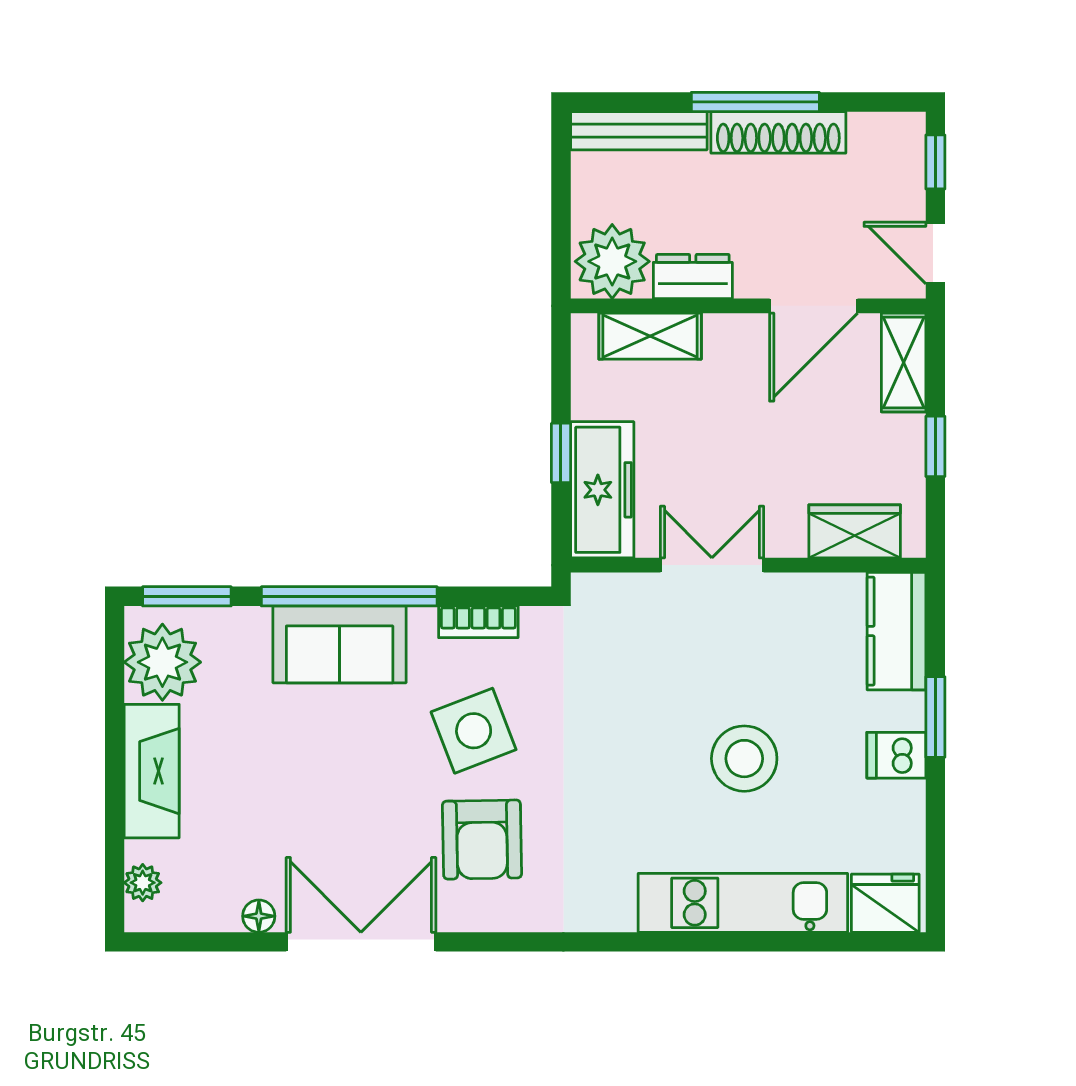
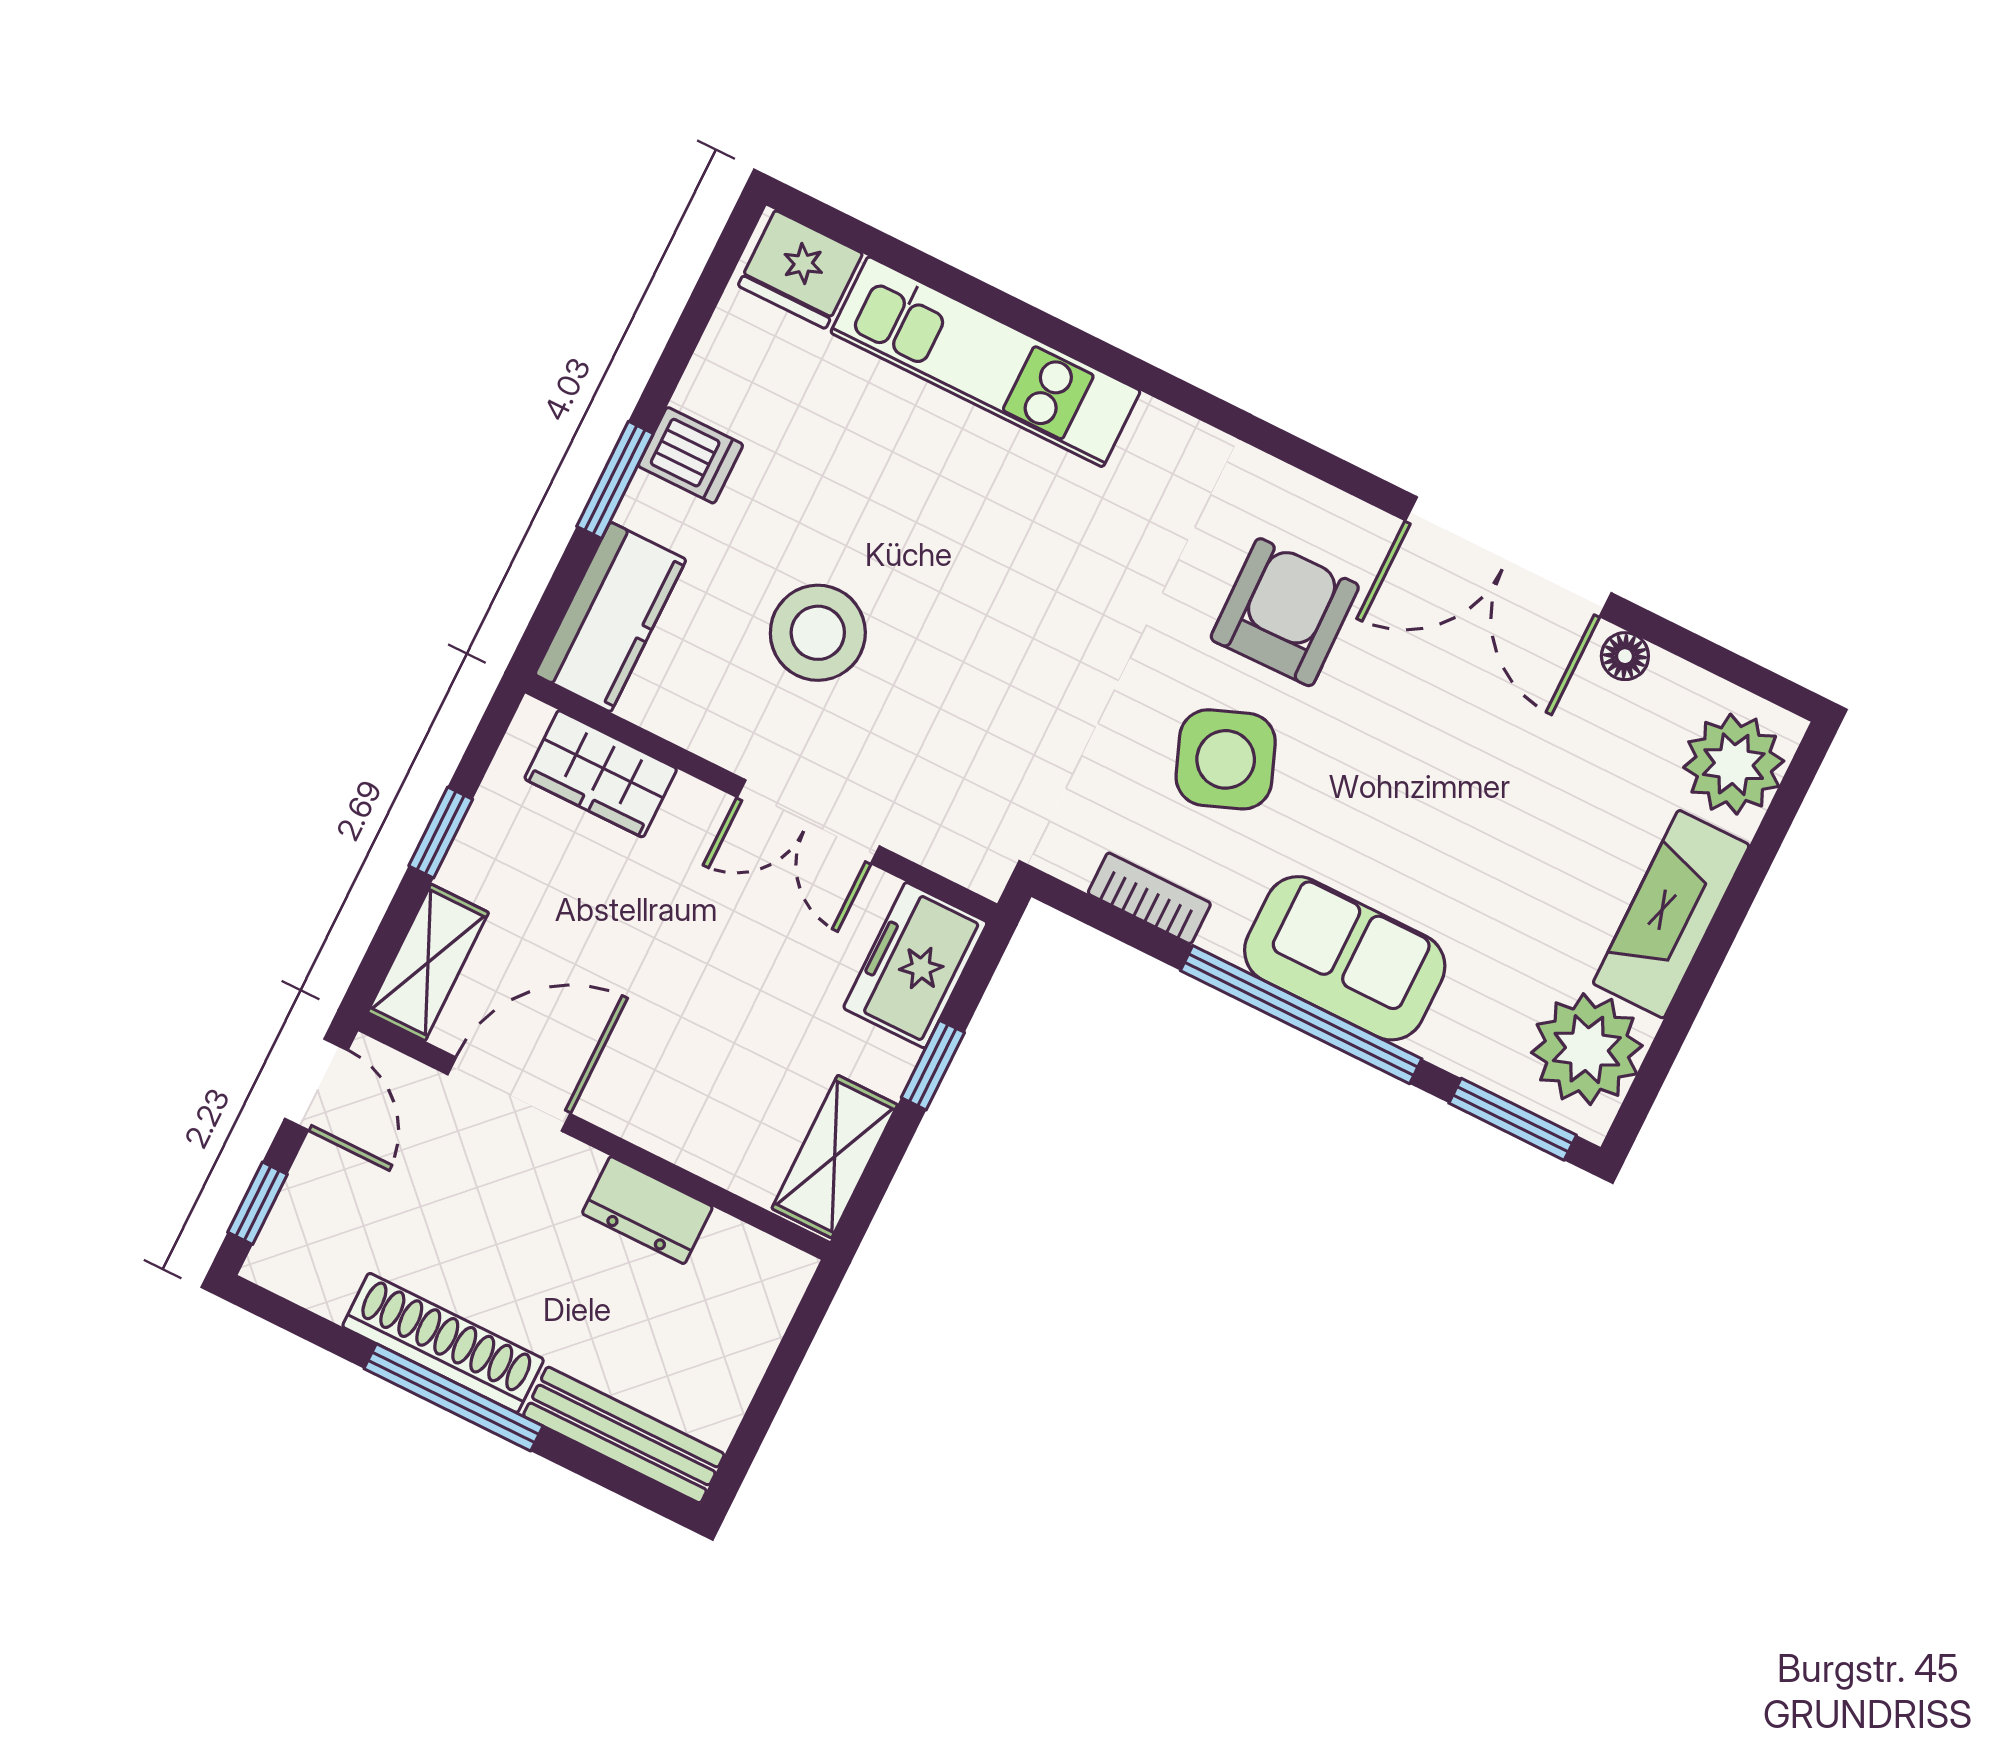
plant: (612, 261) -> (743, 1282), removed
shelving: (650, 336) -> (835, 1157), moved, turned 90
freezer: (602, 490) -> (915, 965), width x0.71
stool: (744, 759) -> (818, 633), moved
plant: (143, 883) -> (1734, 764), width x1.88, depth x1.88

